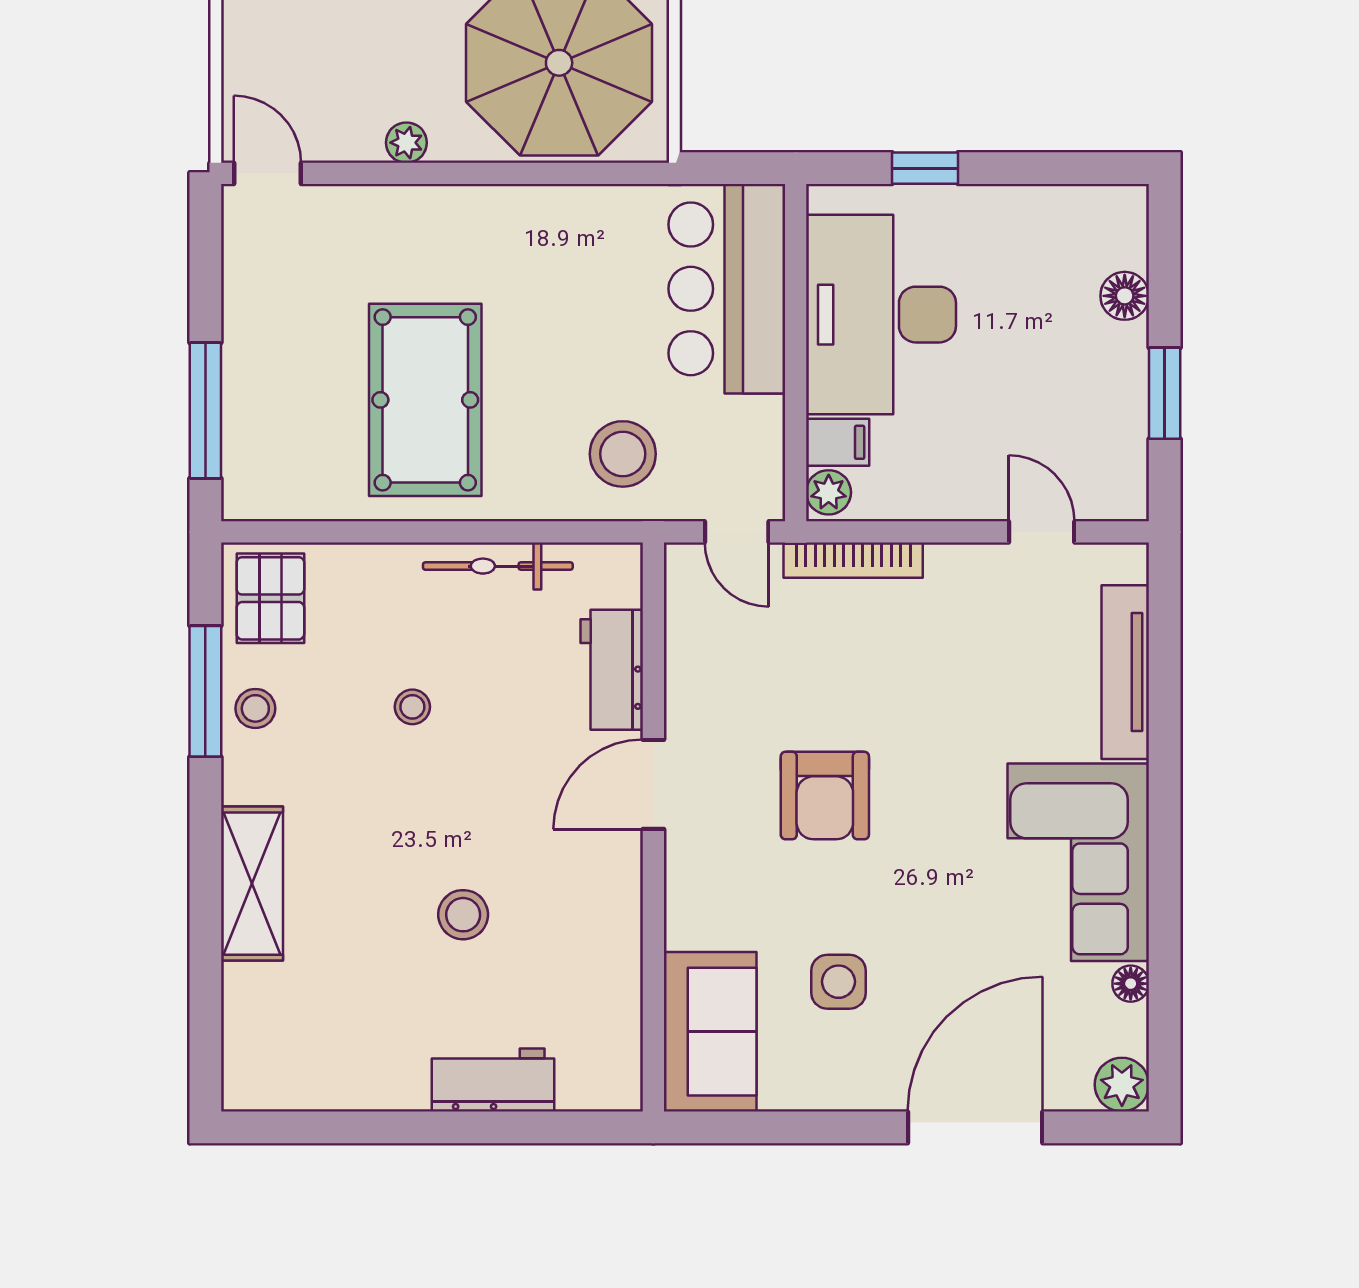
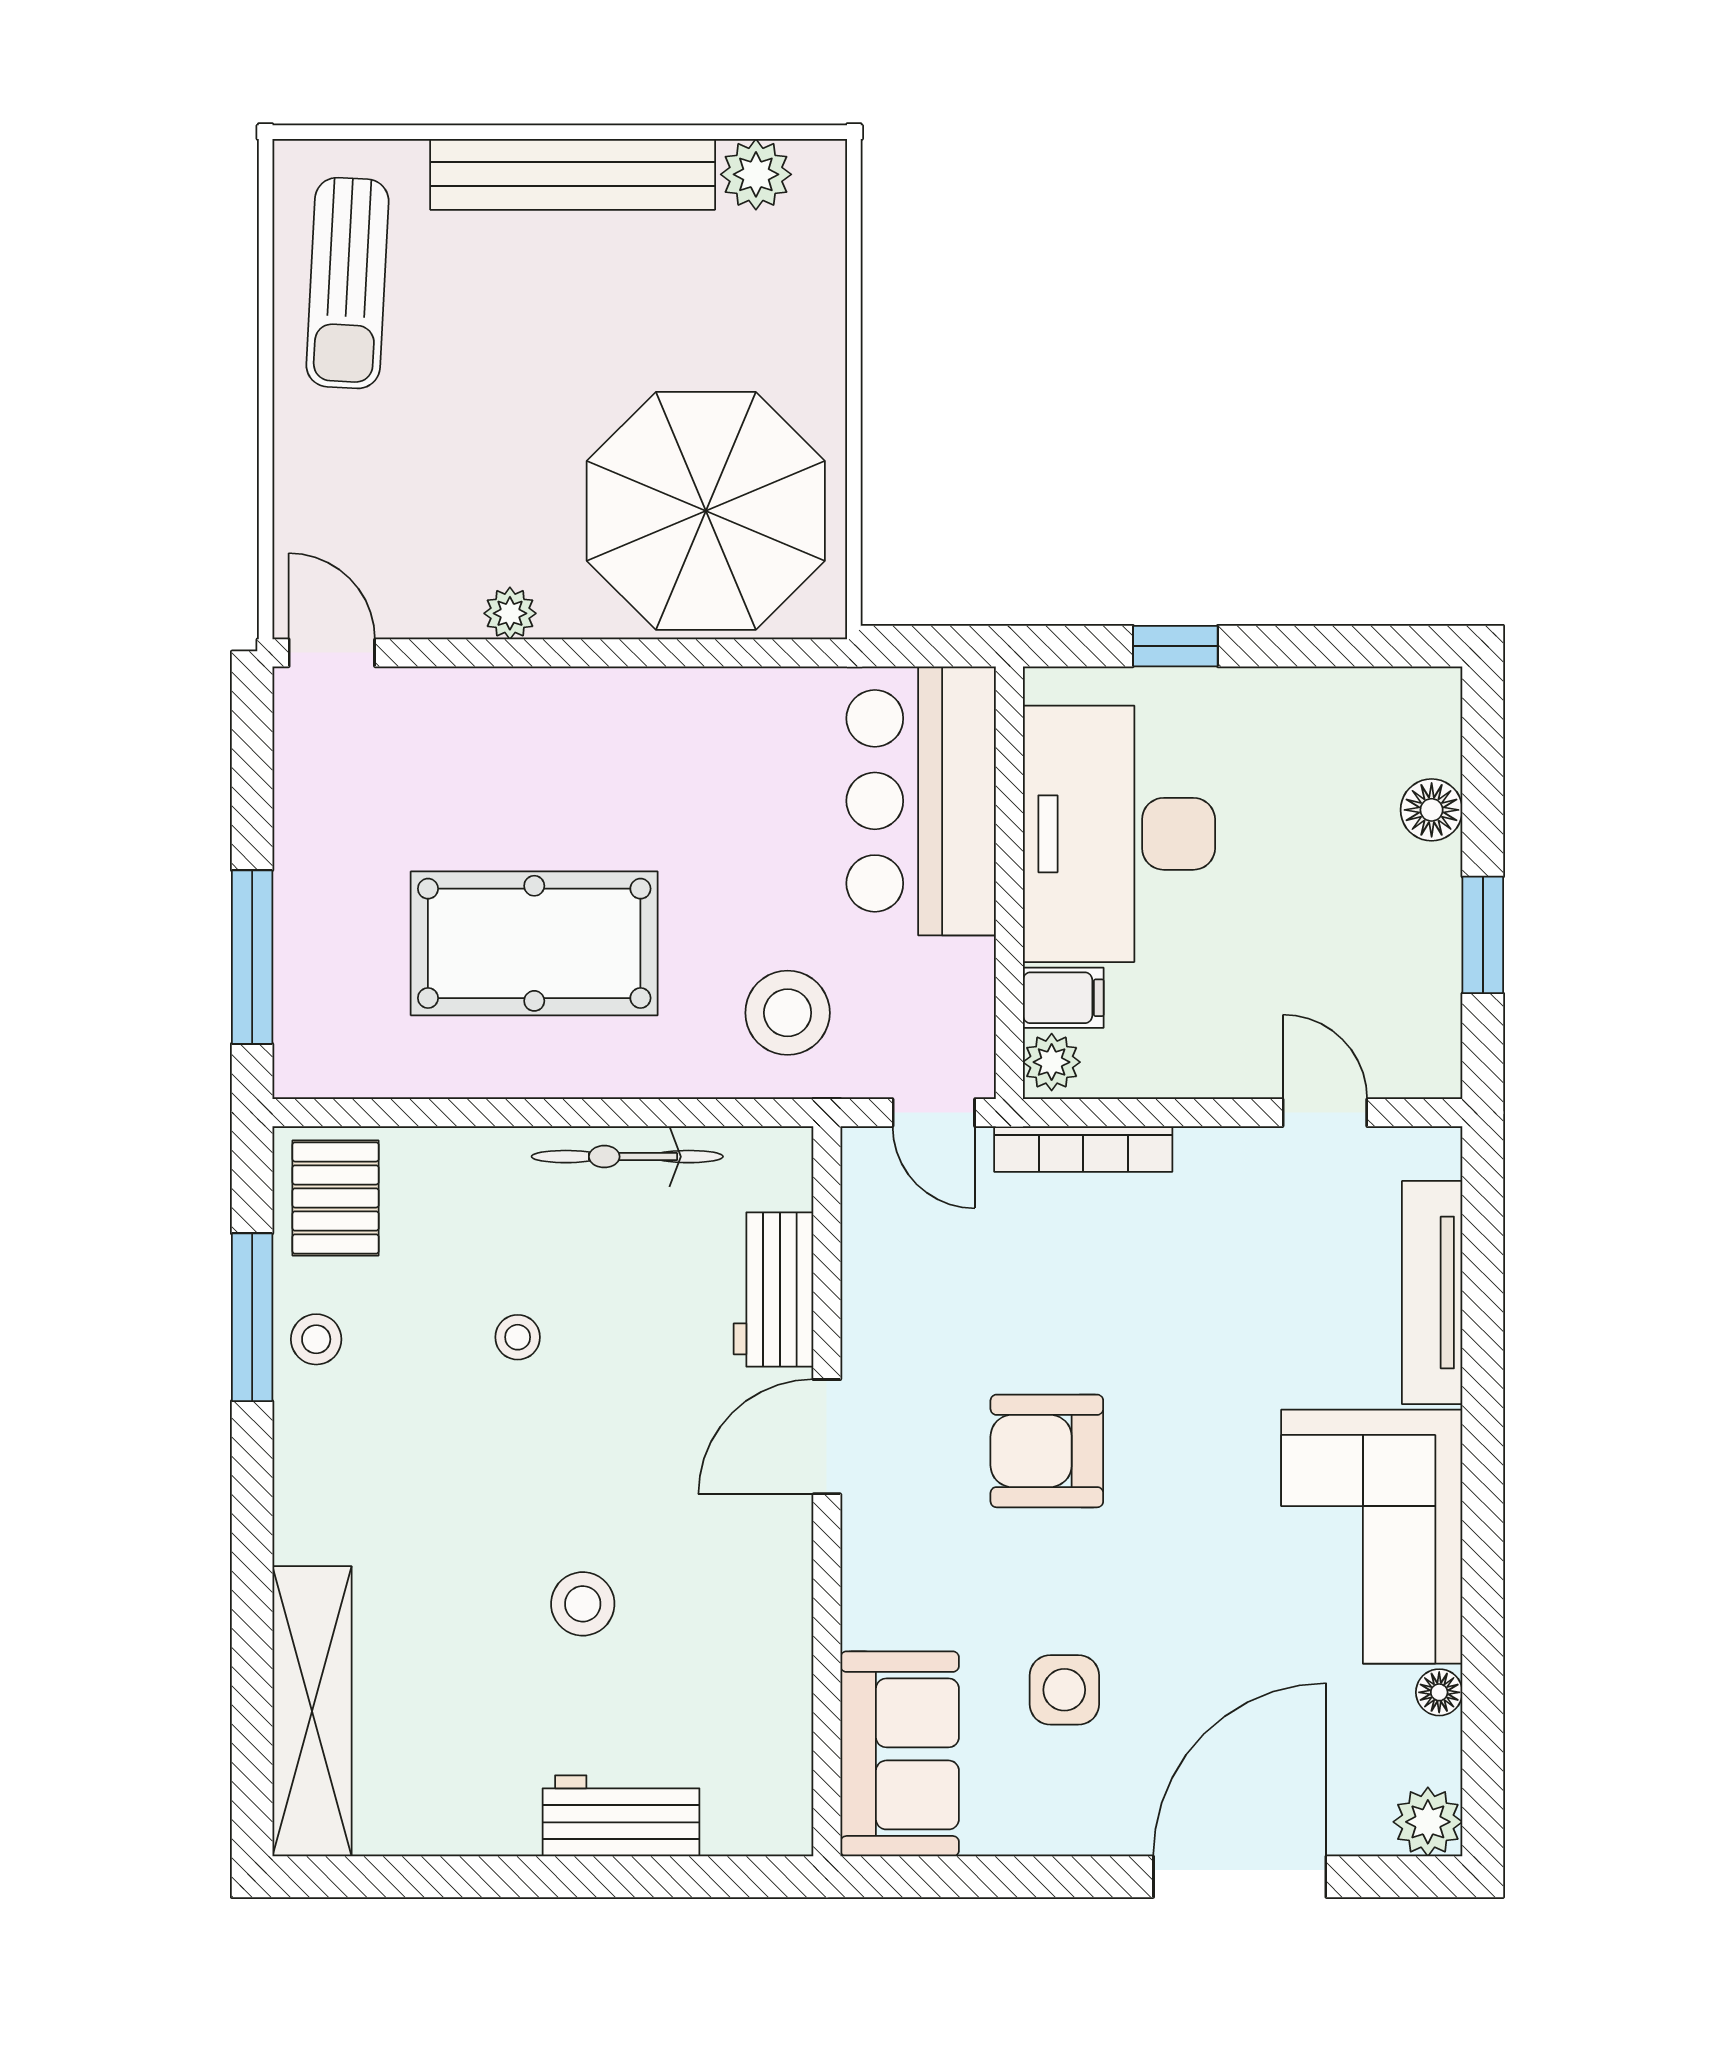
pool table: (425, 400) -> (534, 943), turned 90
armchair: (825, 796) -> (1047, 1451), turned 90
shelving: (252, 884) -> (312, 1711), moved, width x1.47

